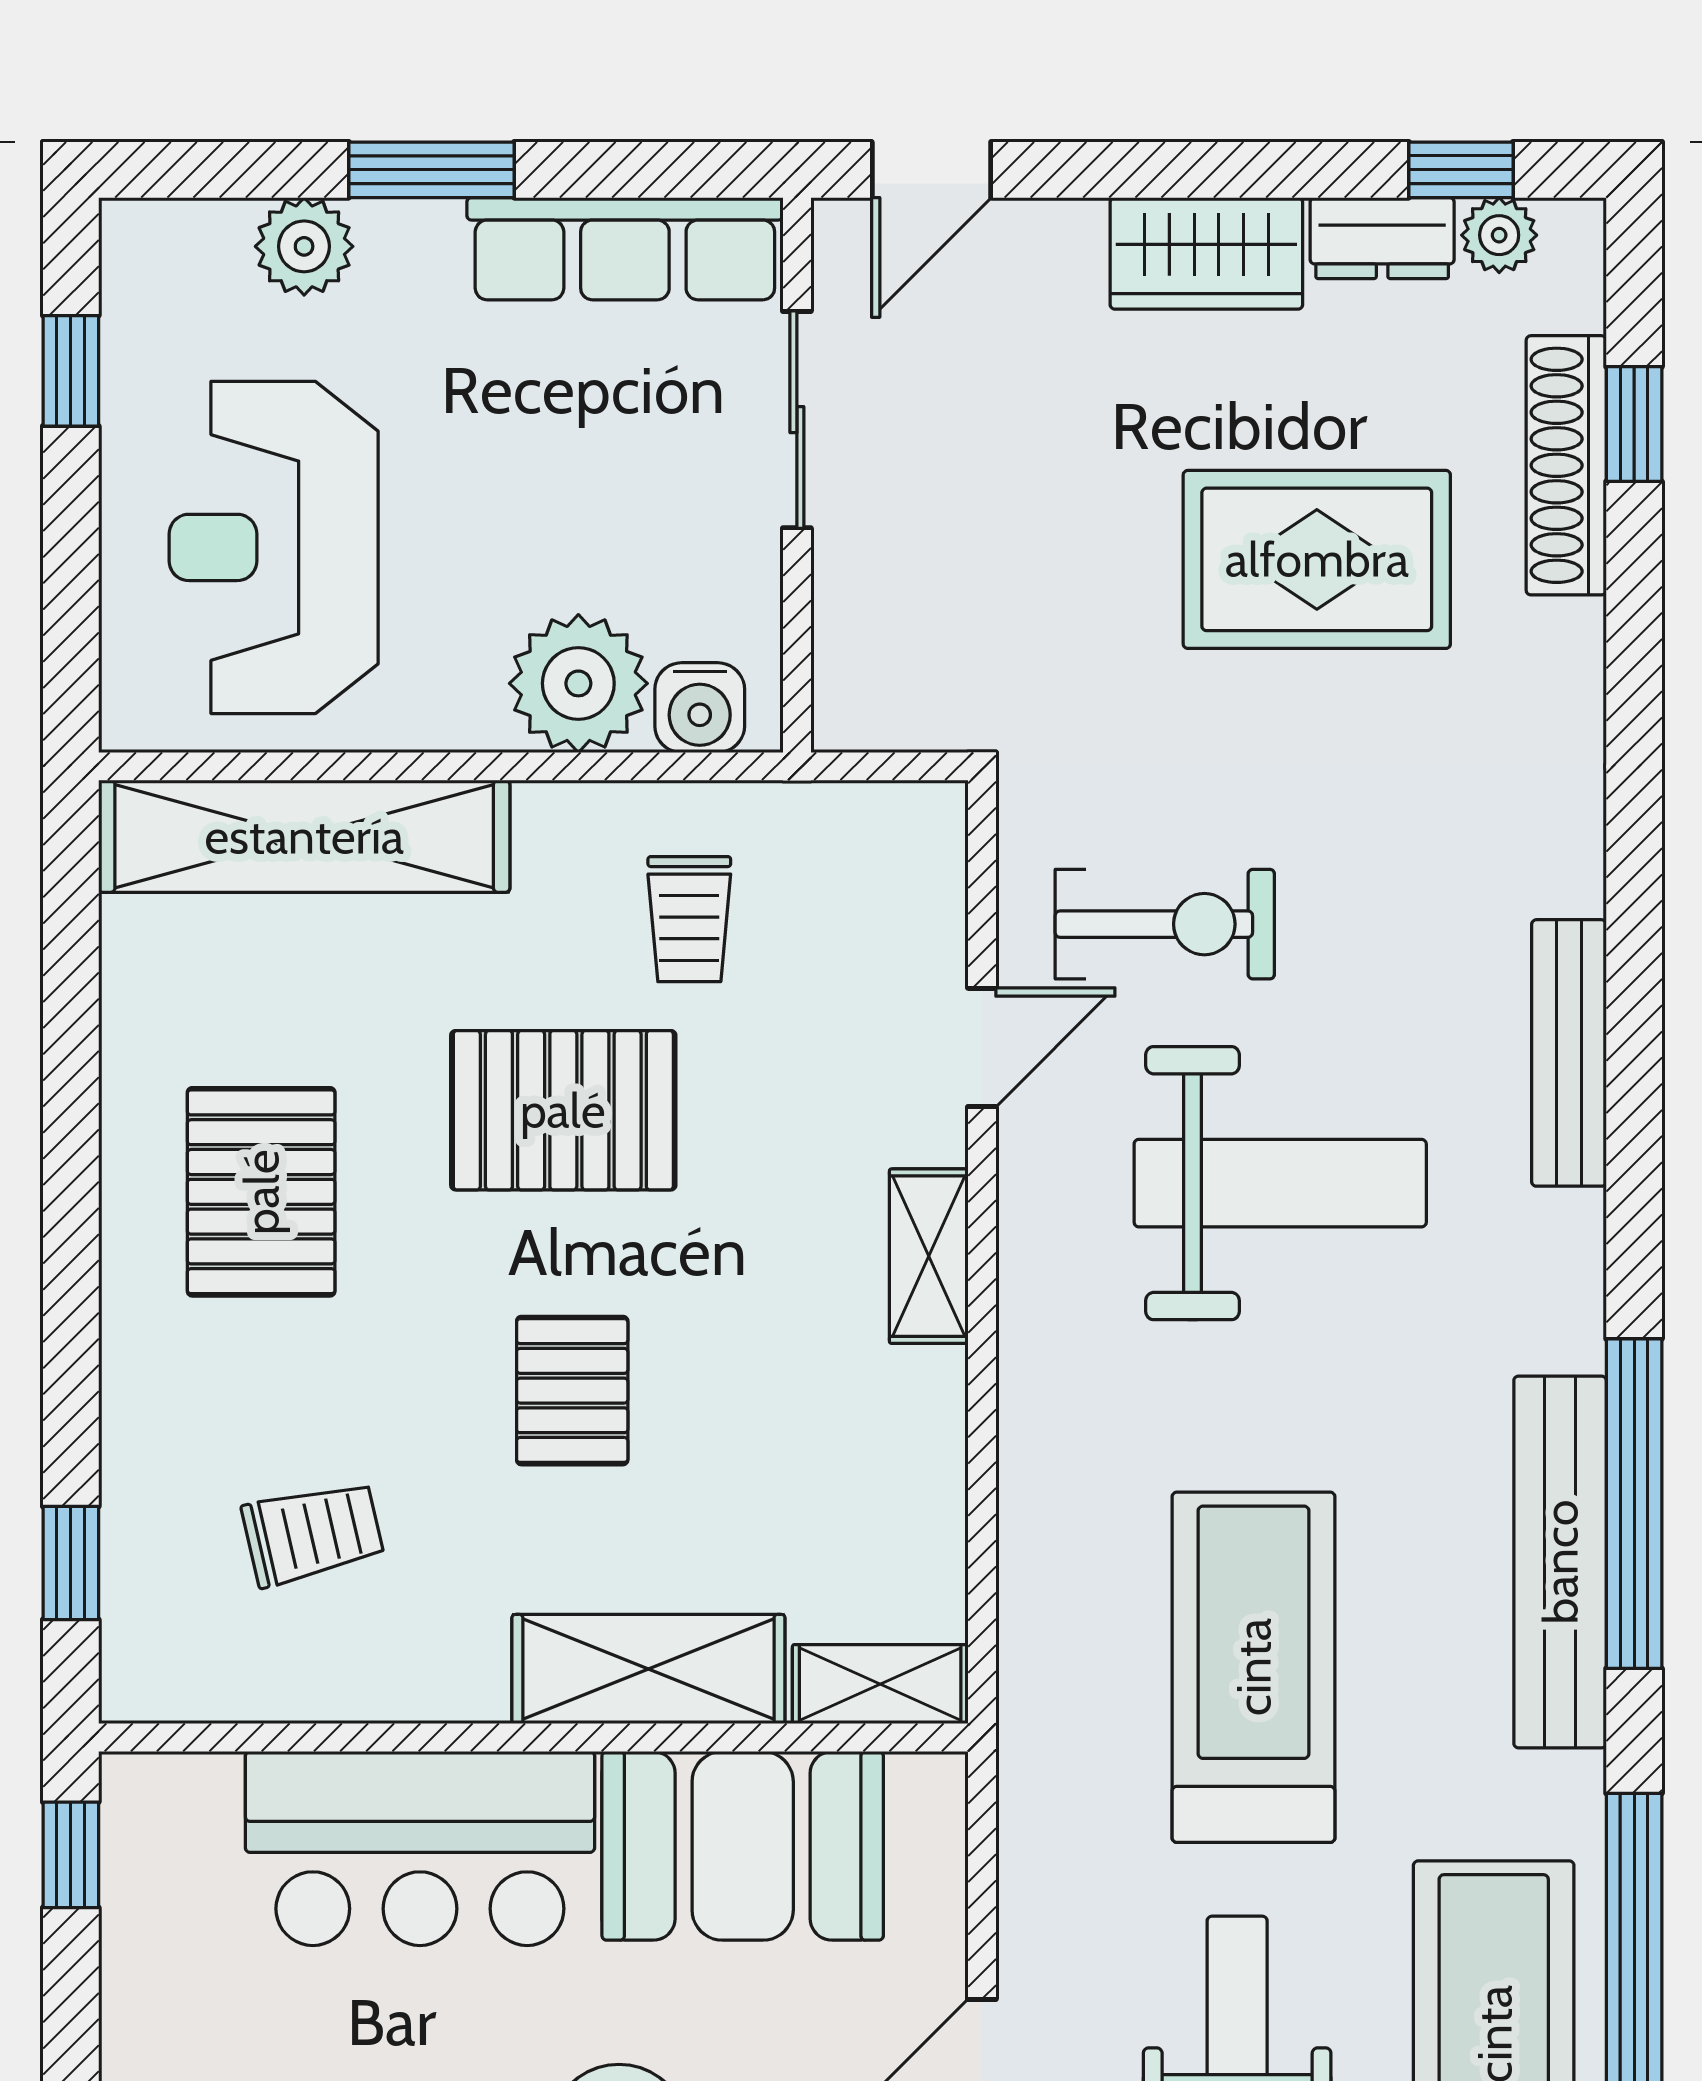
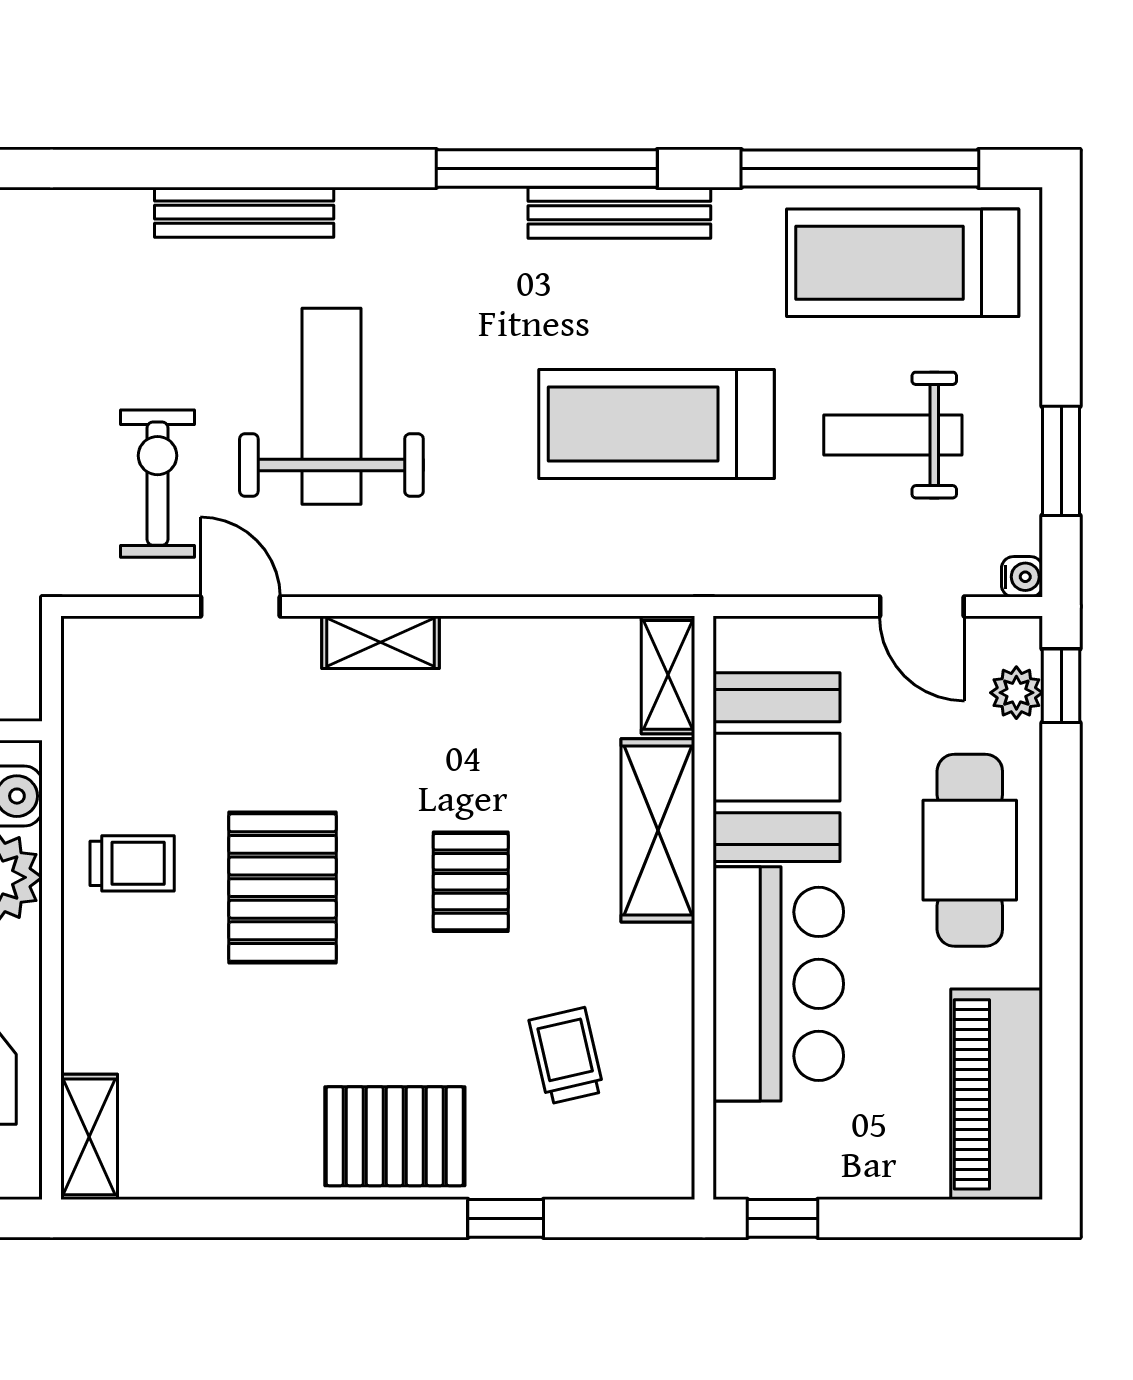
shelving: (304, 836) -> (89, 1137), width x0.45, depth x0.75
trolley: (689, 919) -> (132, 863), moved
pallet: (261, 1192) -> (395, 1136), moved
pallet: (572, 1391) -> (471, 882), turned 90
bench: (1560, 1562) -> (619, 213), width x0.73, depth x0.82
window: (71, 1563) -> (506, 1218), moved

